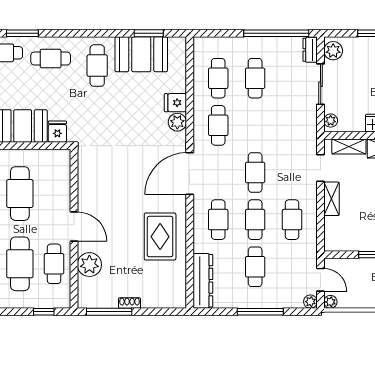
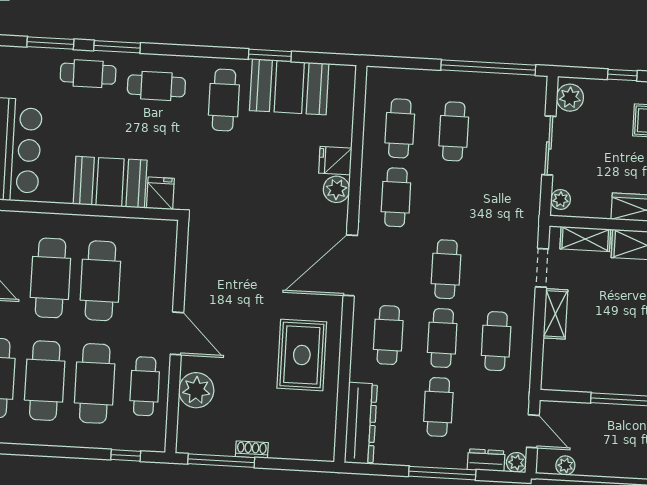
window: (149, 33) -> (270, 55), moved
dresser: (310, 50) -> (486, 460), moved, turned 90
plant: (330, 302) -> (565, 465), moved

